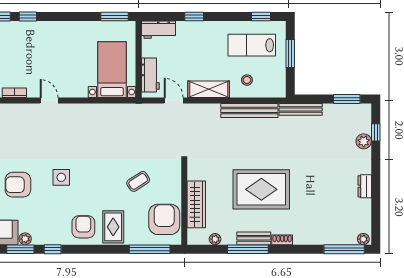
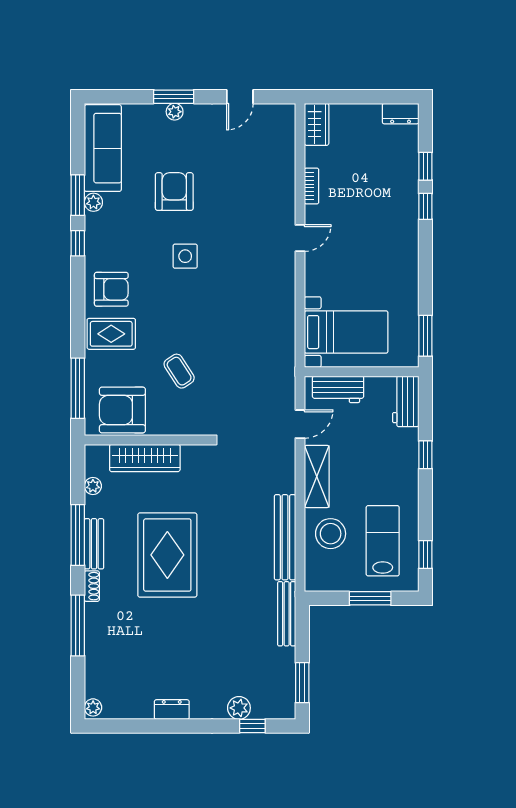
stool: (247, 80) -> (331, 534), width x1.89, depth x1.89
armchair: (164, 219) -> (122, 410), turned 180
window: (344, 249) -> (78, 625), moved

